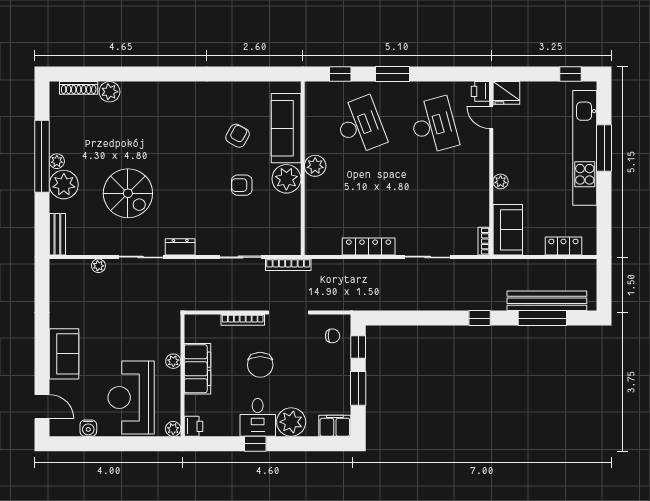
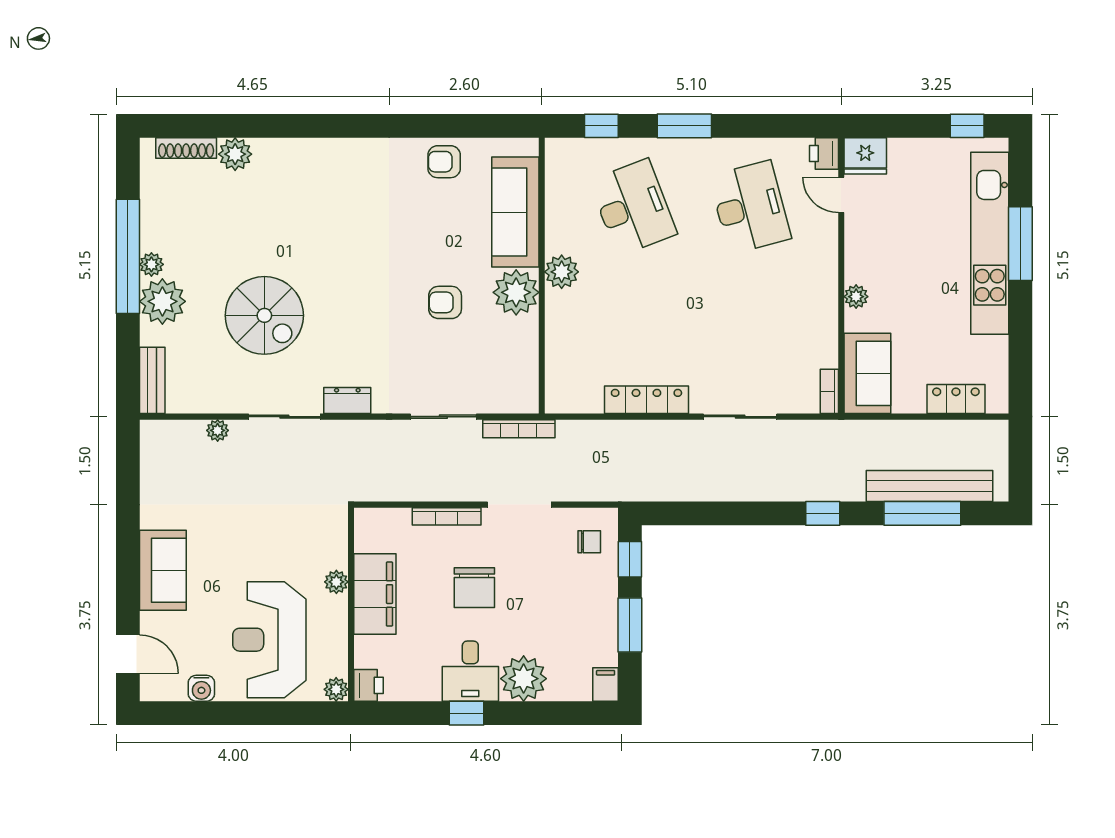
armchair: (238, 136) -> (444, 162), moved, turned -119
filing cabinet: (335, 426) -> (606, 685), width x0.50

